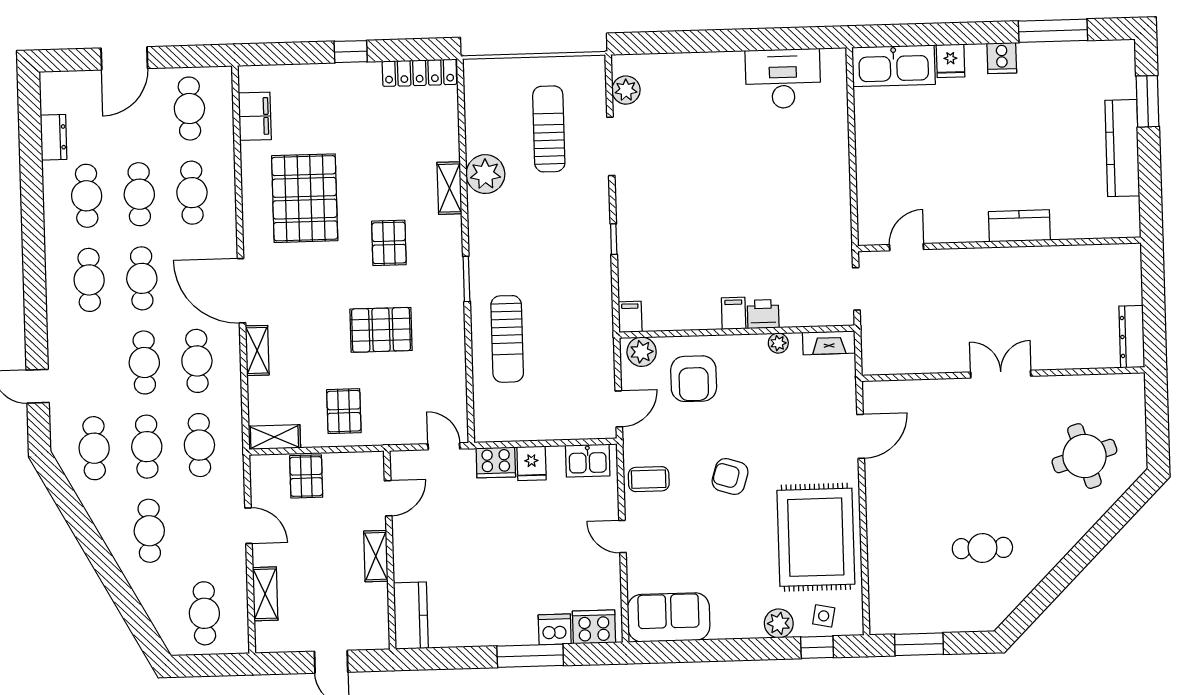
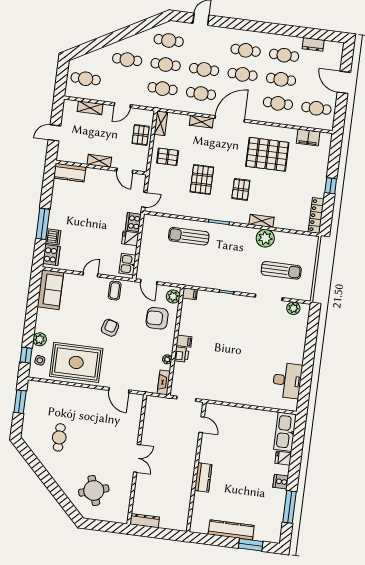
pallet: (389, 243) -> (241, 189), turned 90
pallet: (306, 476) -> (141, 135), turned 90

